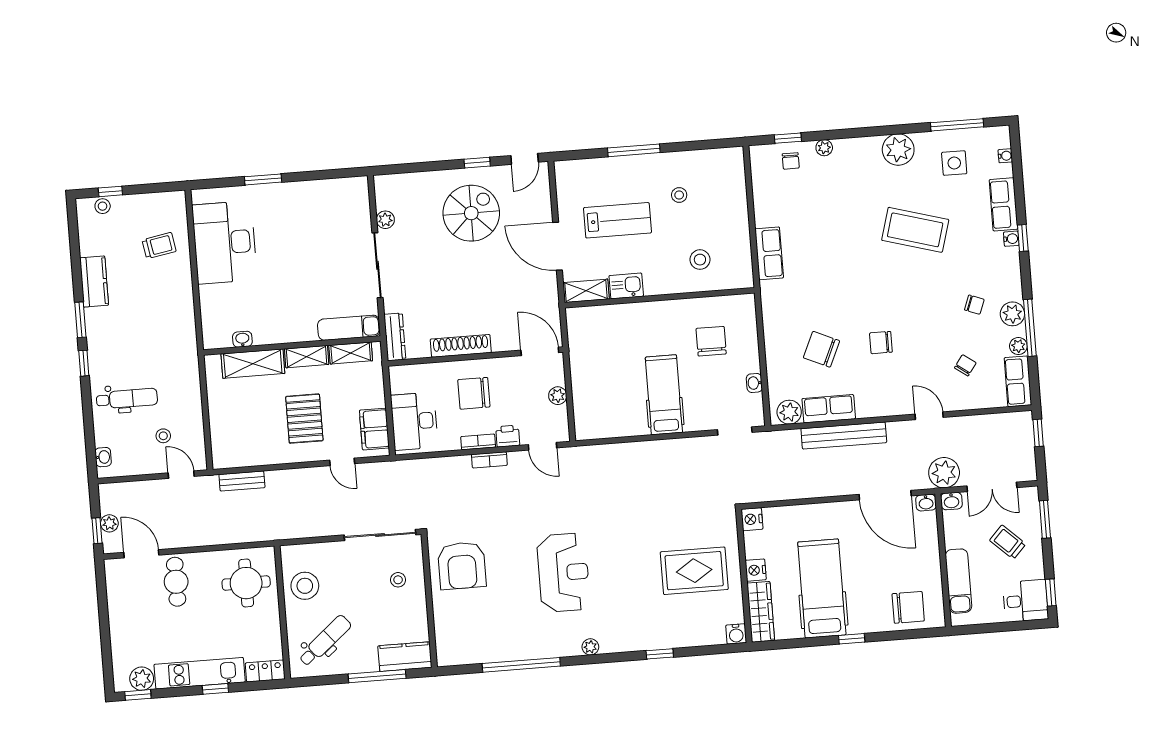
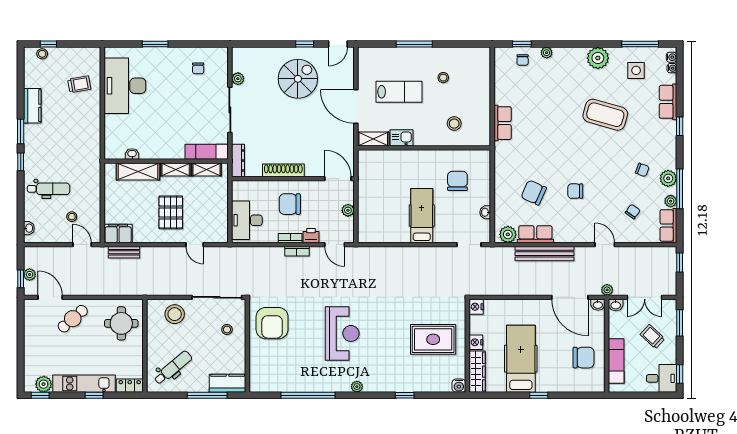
chair: (327, 210) -> (198, 68), added
water cooler: (1011, 239) -> (672, 57), moved
filing cabinet: (374, 429) -> (118, 233), moved, turned 90
plant: (944, 473) -> (607, 290), width x0.53, depth x0.53
cafe table: (176, 582) -> (73, 319), turned 49
stool: (305, 586) -> (175, 314), moved
chair: (908, 607) -> (583, 358), moved

